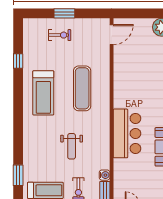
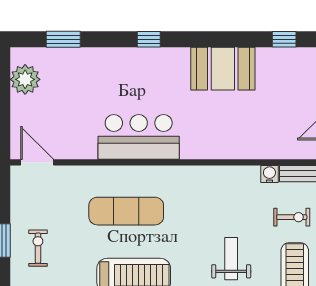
bar counter: (127, 133) -> (139, 137), moved
weight bench: (72, 146) -> (231, 259), moved, turned -90

